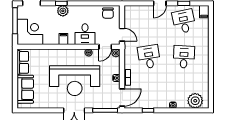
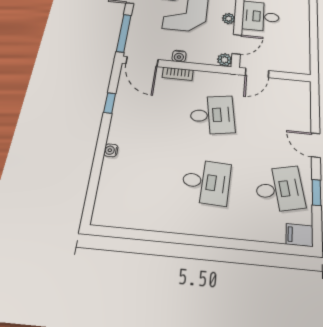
chair: (108, 13) -> (297, 54), removed
door: (105, 47) -> (237, 44), swing flipped
plant: (195, 101) -> (111, 197), removed

